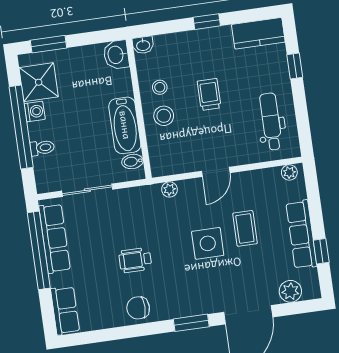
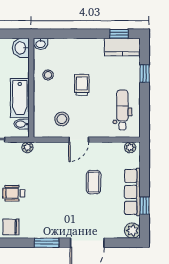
window: (207, 22) -> (119, 34), moved
stool: (164, 116) -> (62, 119), moved
plant: (169, 189) -> (27, 147), moved
side table: (208, 243) -> (66, 189), removed
plant: (290, 291) -> (132, 231), moved

